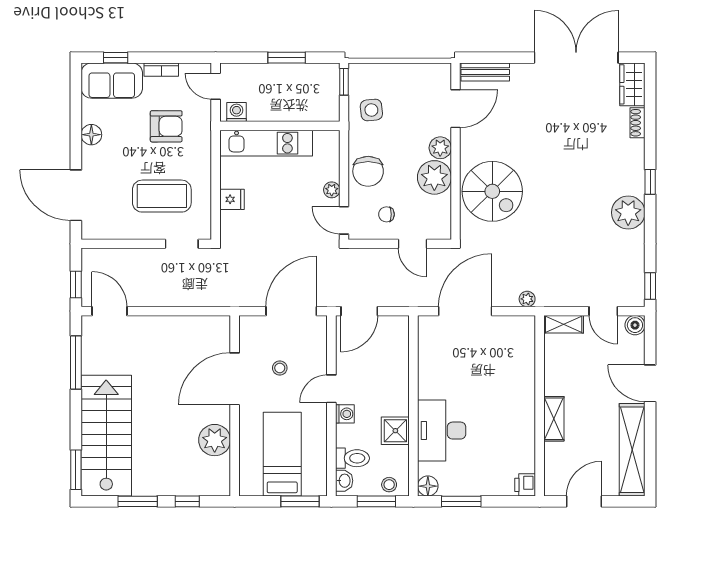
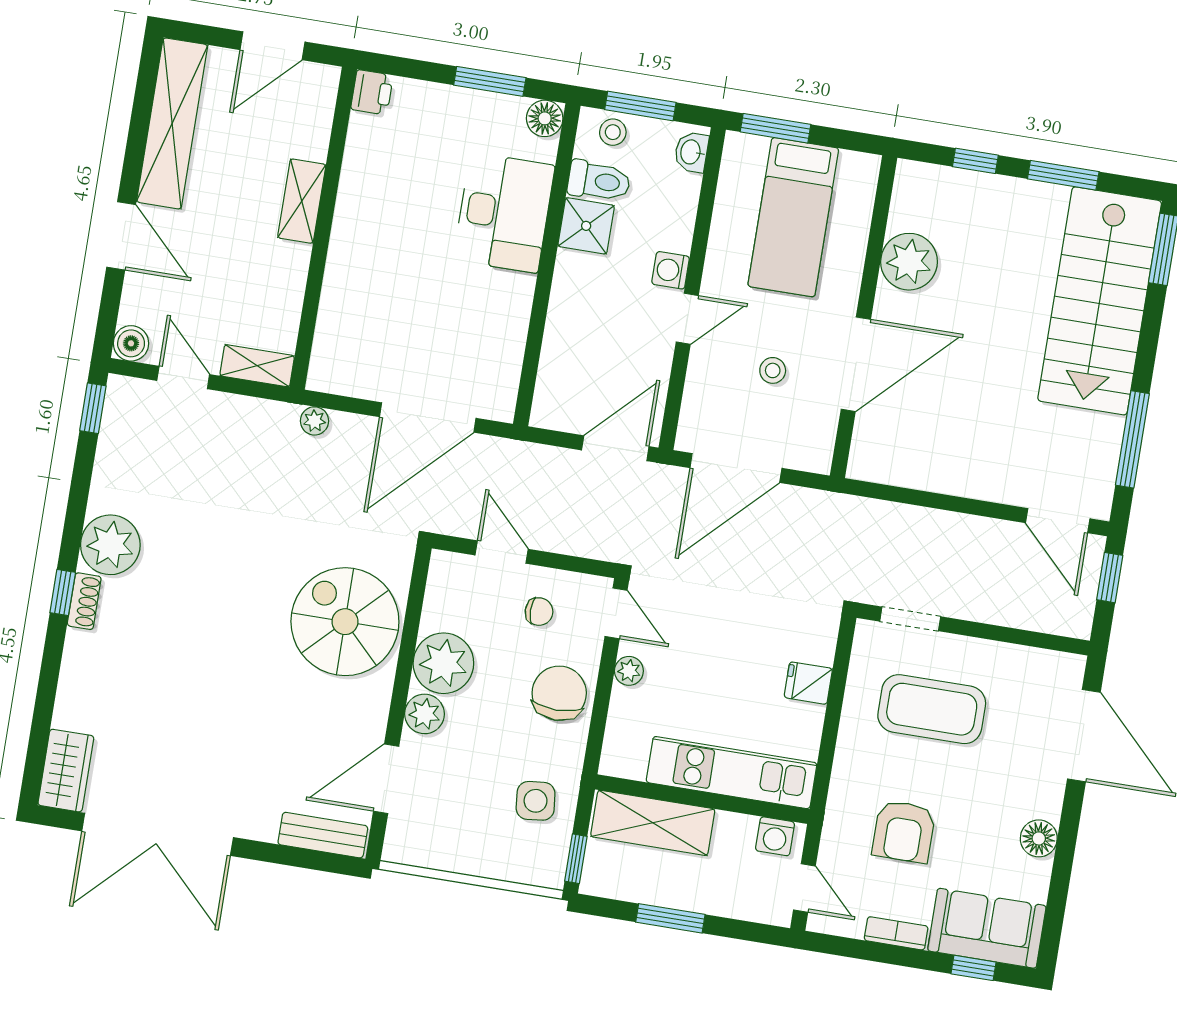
shelving: (305, 108) -> (653, 823), added
shoe rack: (638, 123) -> (84, 601), moved
armchair: (166, 126) -> (904, 831), turned -90
toilet: (352, 458) -> (599, 181), moved, turned 180

